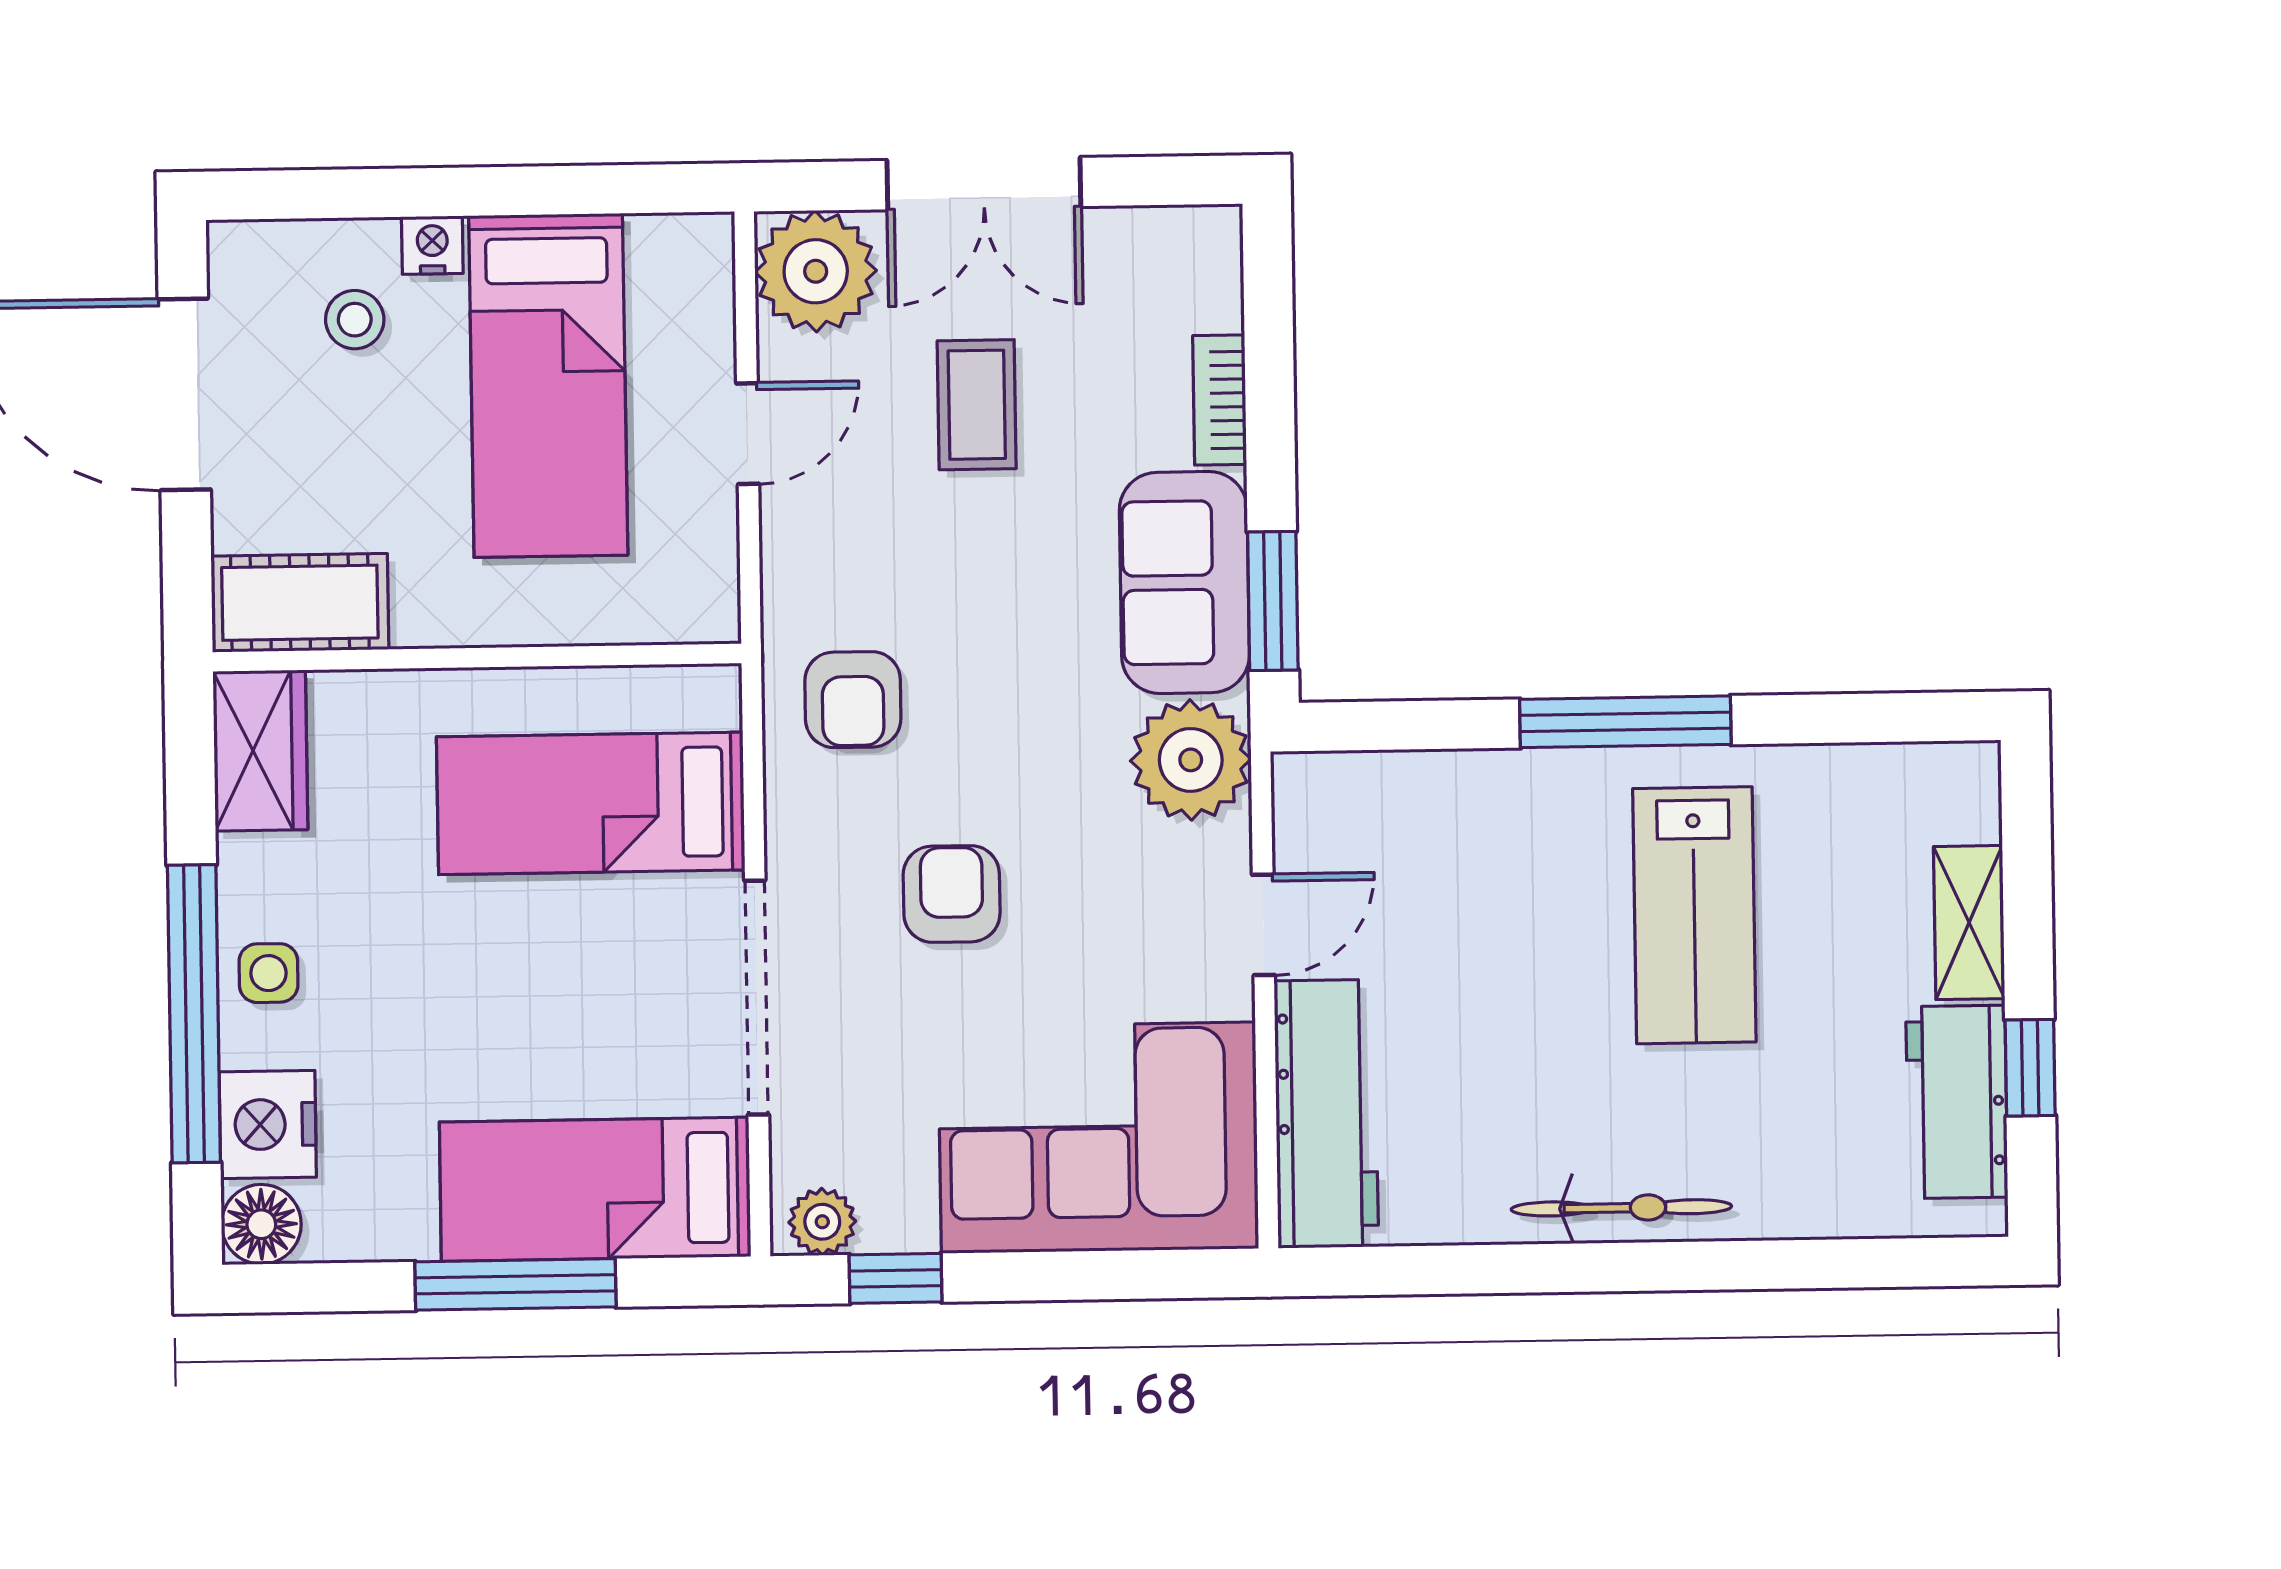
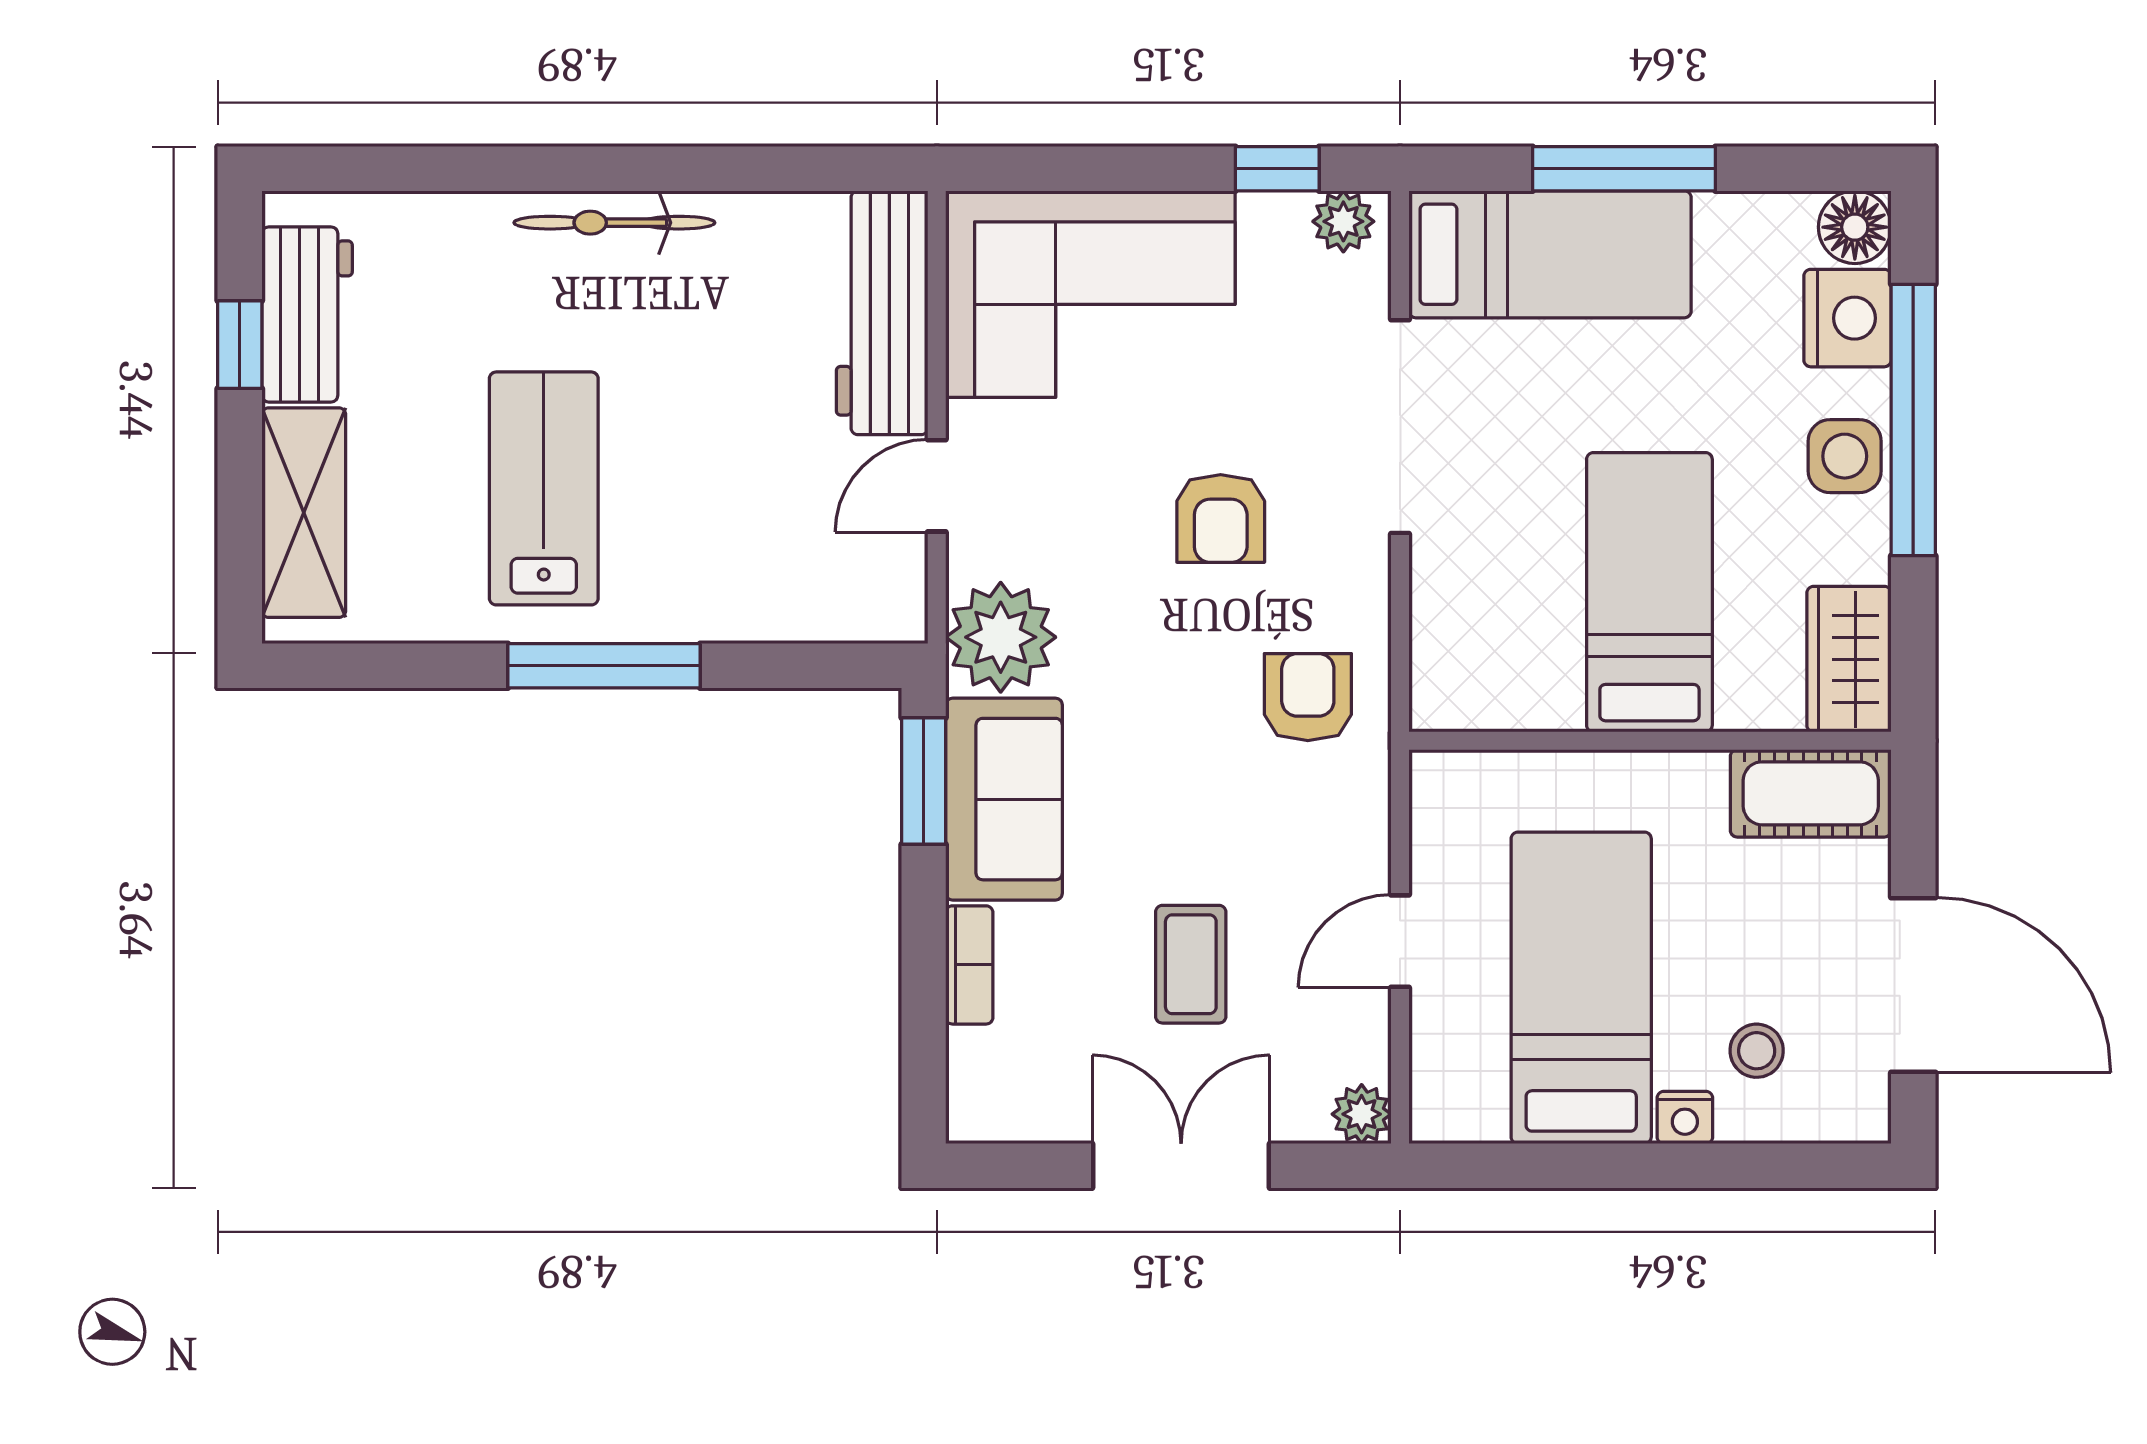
plant: (816, 271) -> (1362, 1114), width x0.53, depth x0.53
bed: (591, 803) -> (1649, 592), moved, turned -90
shelving: (1969, 923) -> (304, 513), width x1.50, depth x1.33
side table: (269, 973) -> (1845, 456), width x1.37, depth x1.37

